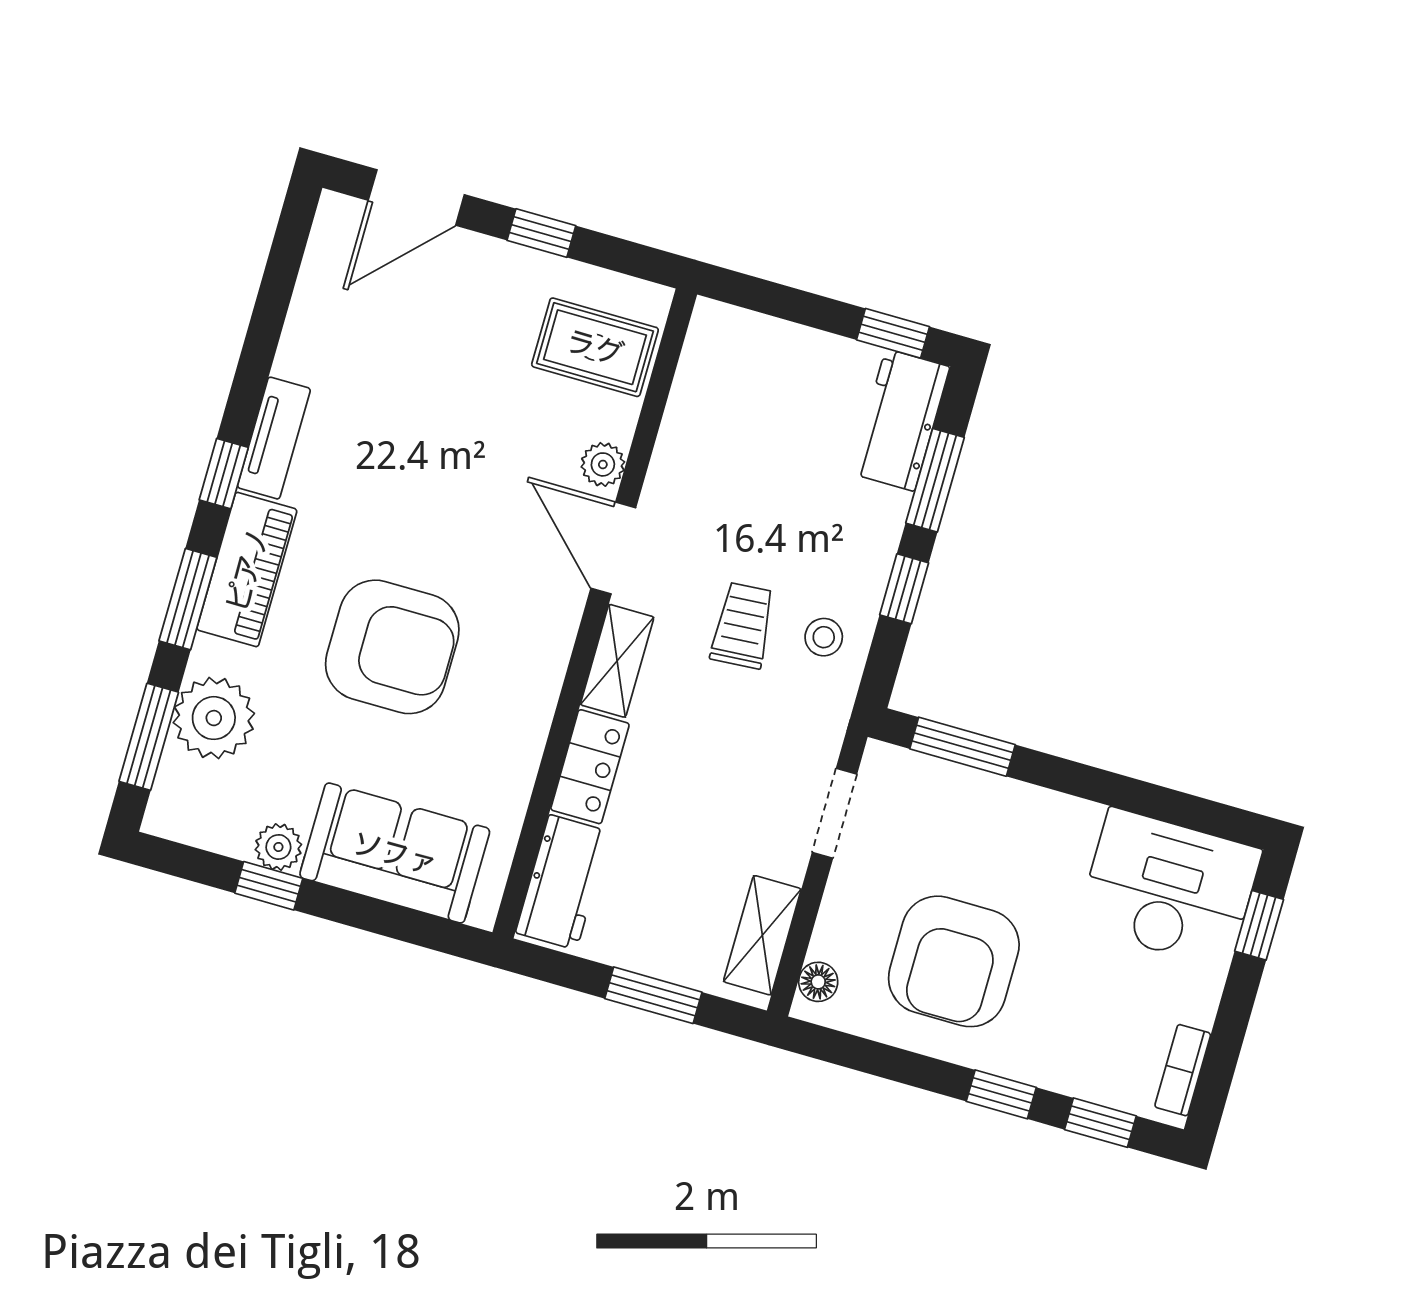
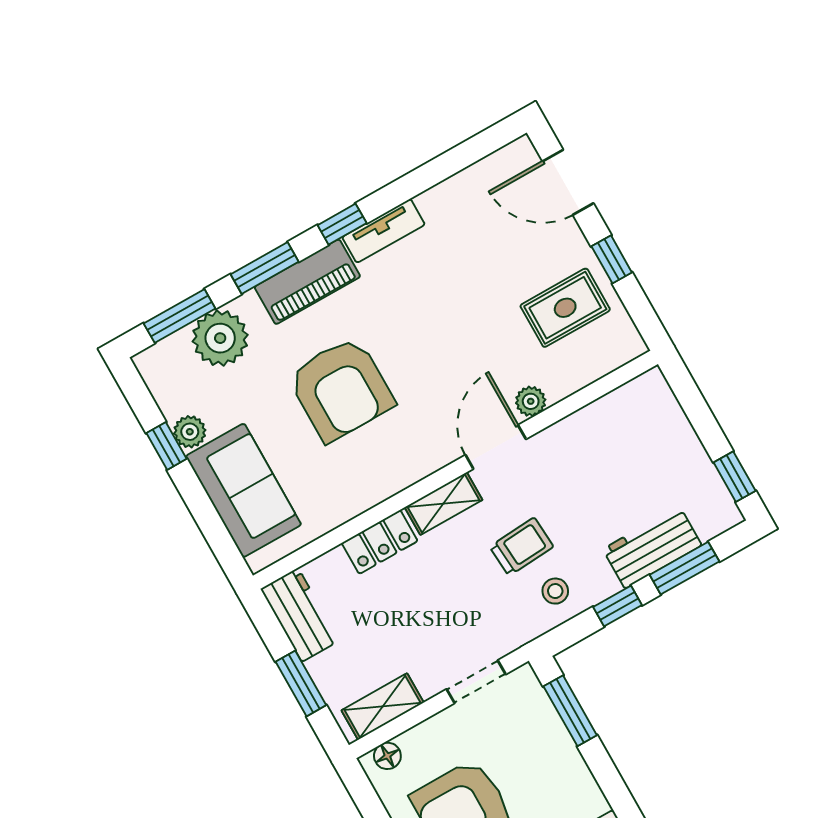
rug: (595, 347) -> (565, 308), moved, turned 90
workbench: (900, 420) -> (652, 547), moved
workbench: (563, 882) -> (300, 615), moved, turned -90

